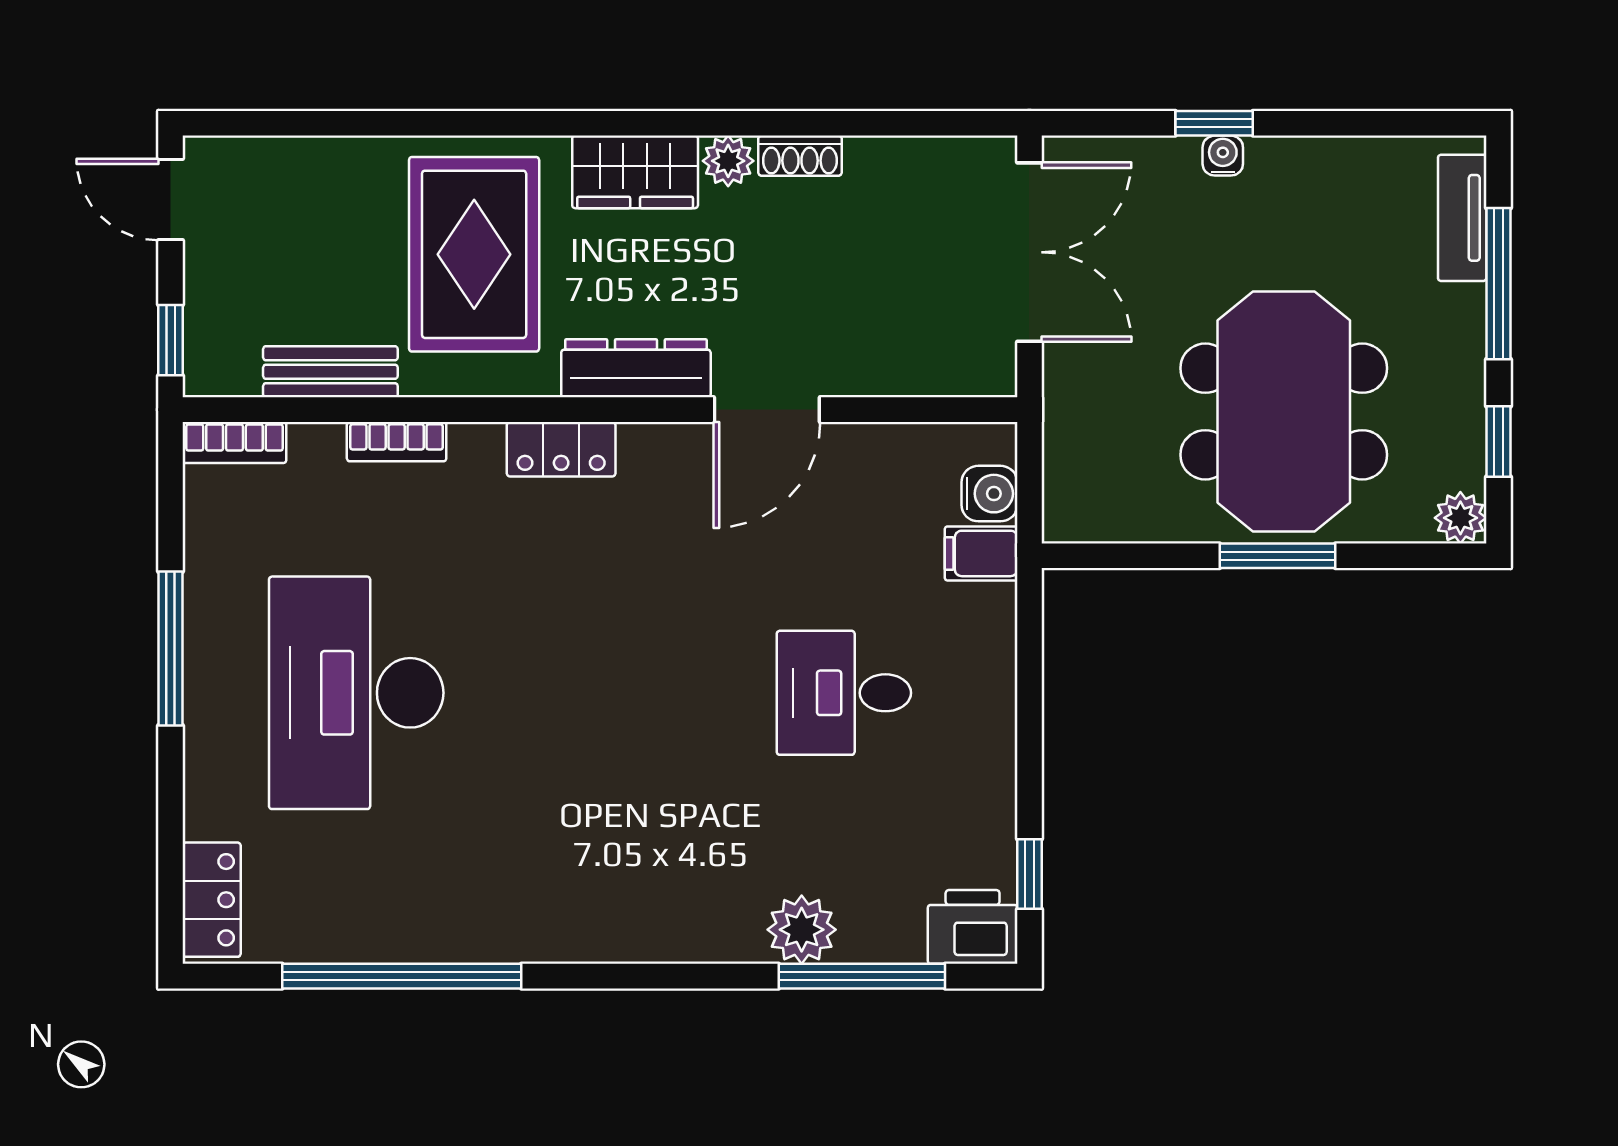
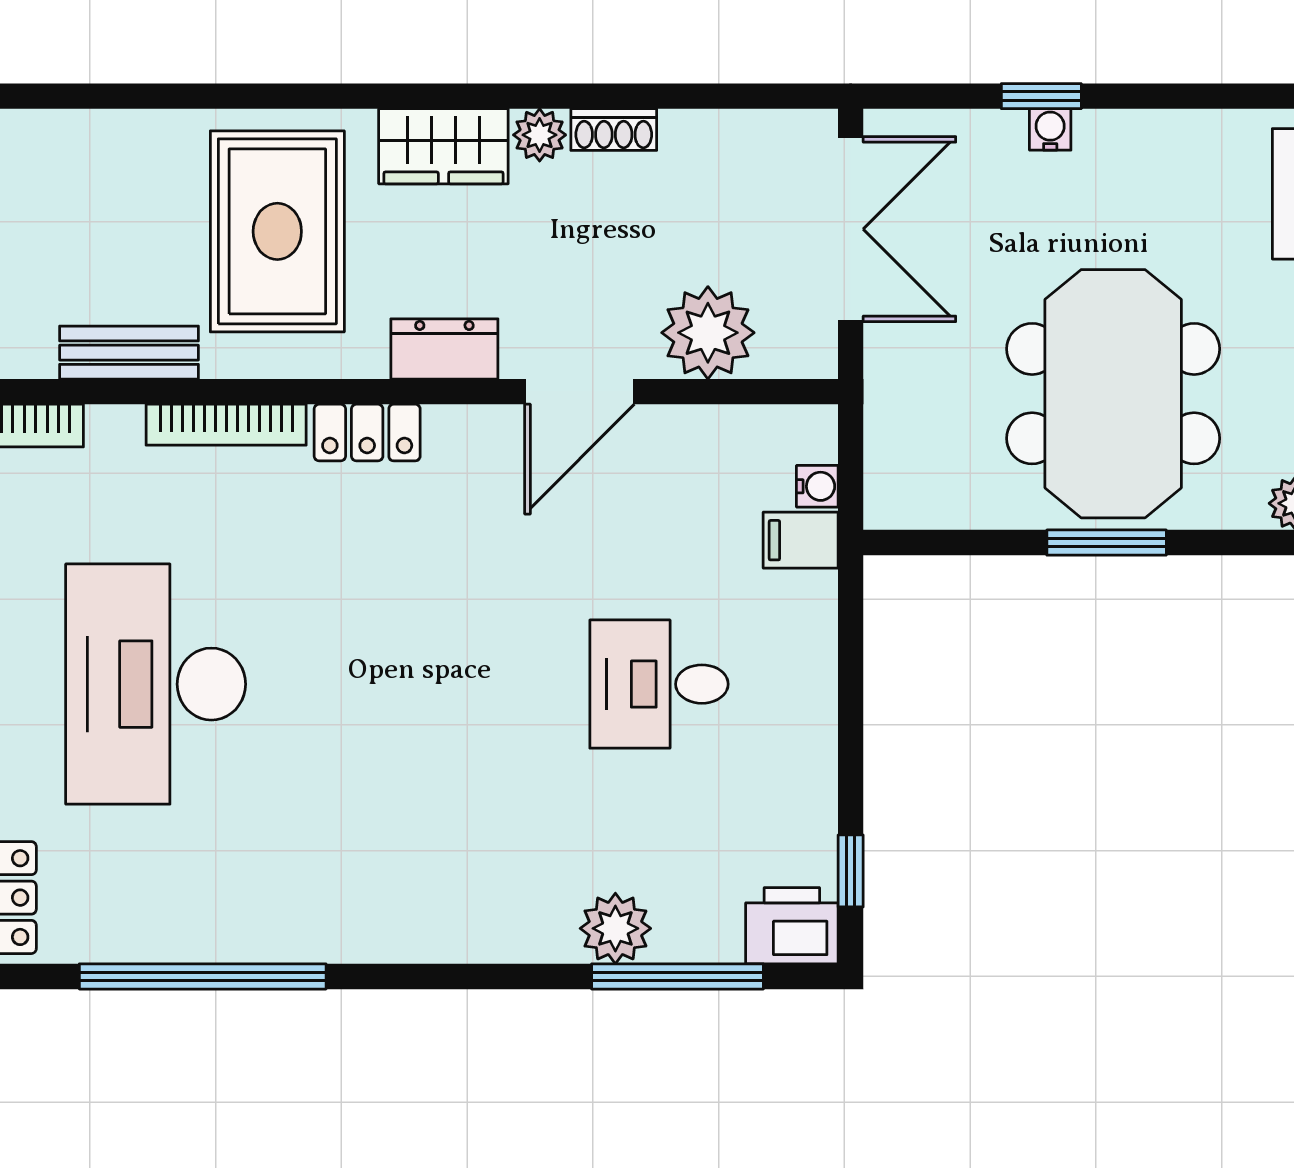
plant: (891, 352) -> (708, 333), added
dresser: (636, 368) -> (444, 349), width x0.70
bookcase: (397, 442) -> (226, 425), width x1.56
water cooler: (989, 494) -> (817, 486), width x0.72, depth x0.72

